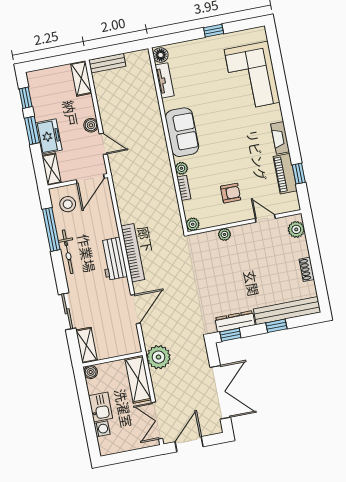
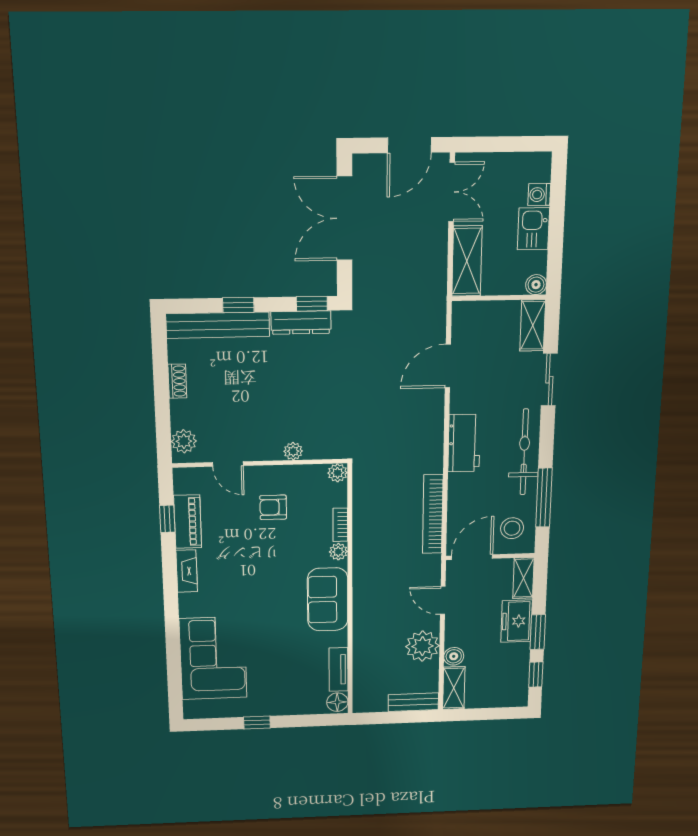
boiler: (91, 125) -> (454, 656), moved
bicycle: (68, 252) -> (524, 452), width x1.37, depth x1.40
bookcase: (133, 253) -> (433, 514), moved
plant: (159, 357) -> (422, 646), moved

